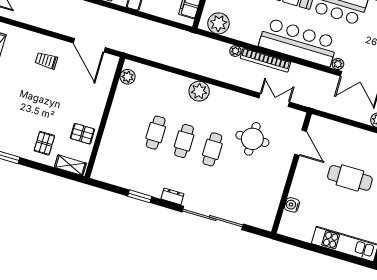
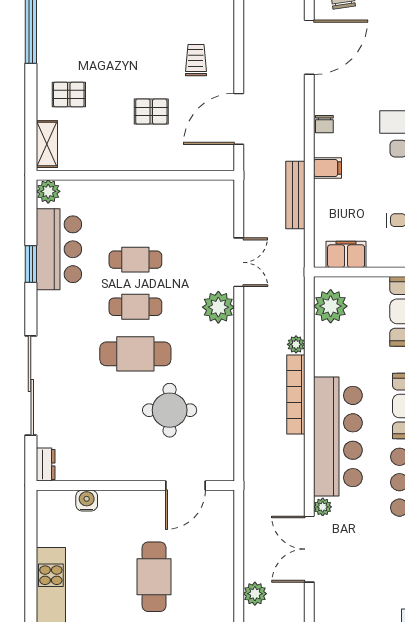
bench: (145, 25) -> (295, 195), added
plant: (128, 77) -> (48, 191), moved
double door: (274, 100) -> (239, 262), moved
pallet: (82, 134) -> (151, 112), moved, turned 90
cafe table: (212, 149) -> (135, 354), width x1.37, depth x1.35
bar counter: (136, 177) -> (59, 249), added
dresser: (172, 196) -> (46, 464), moved

